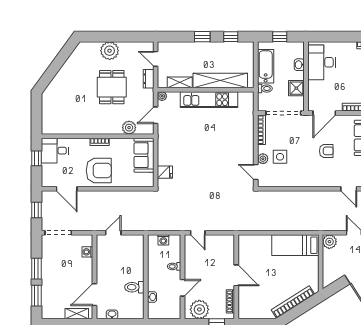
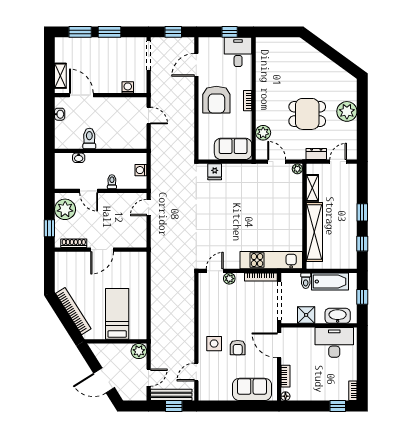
washbasin: (299, 65) -> (338, 316), width x1.91, depth x1.45
kitchen unit: (209, 100) -> (271, 260), moved, turned 90
side table: (280, 157) -> (214, 344), moved
bed: (295, 245) -> (117, 314), moved

